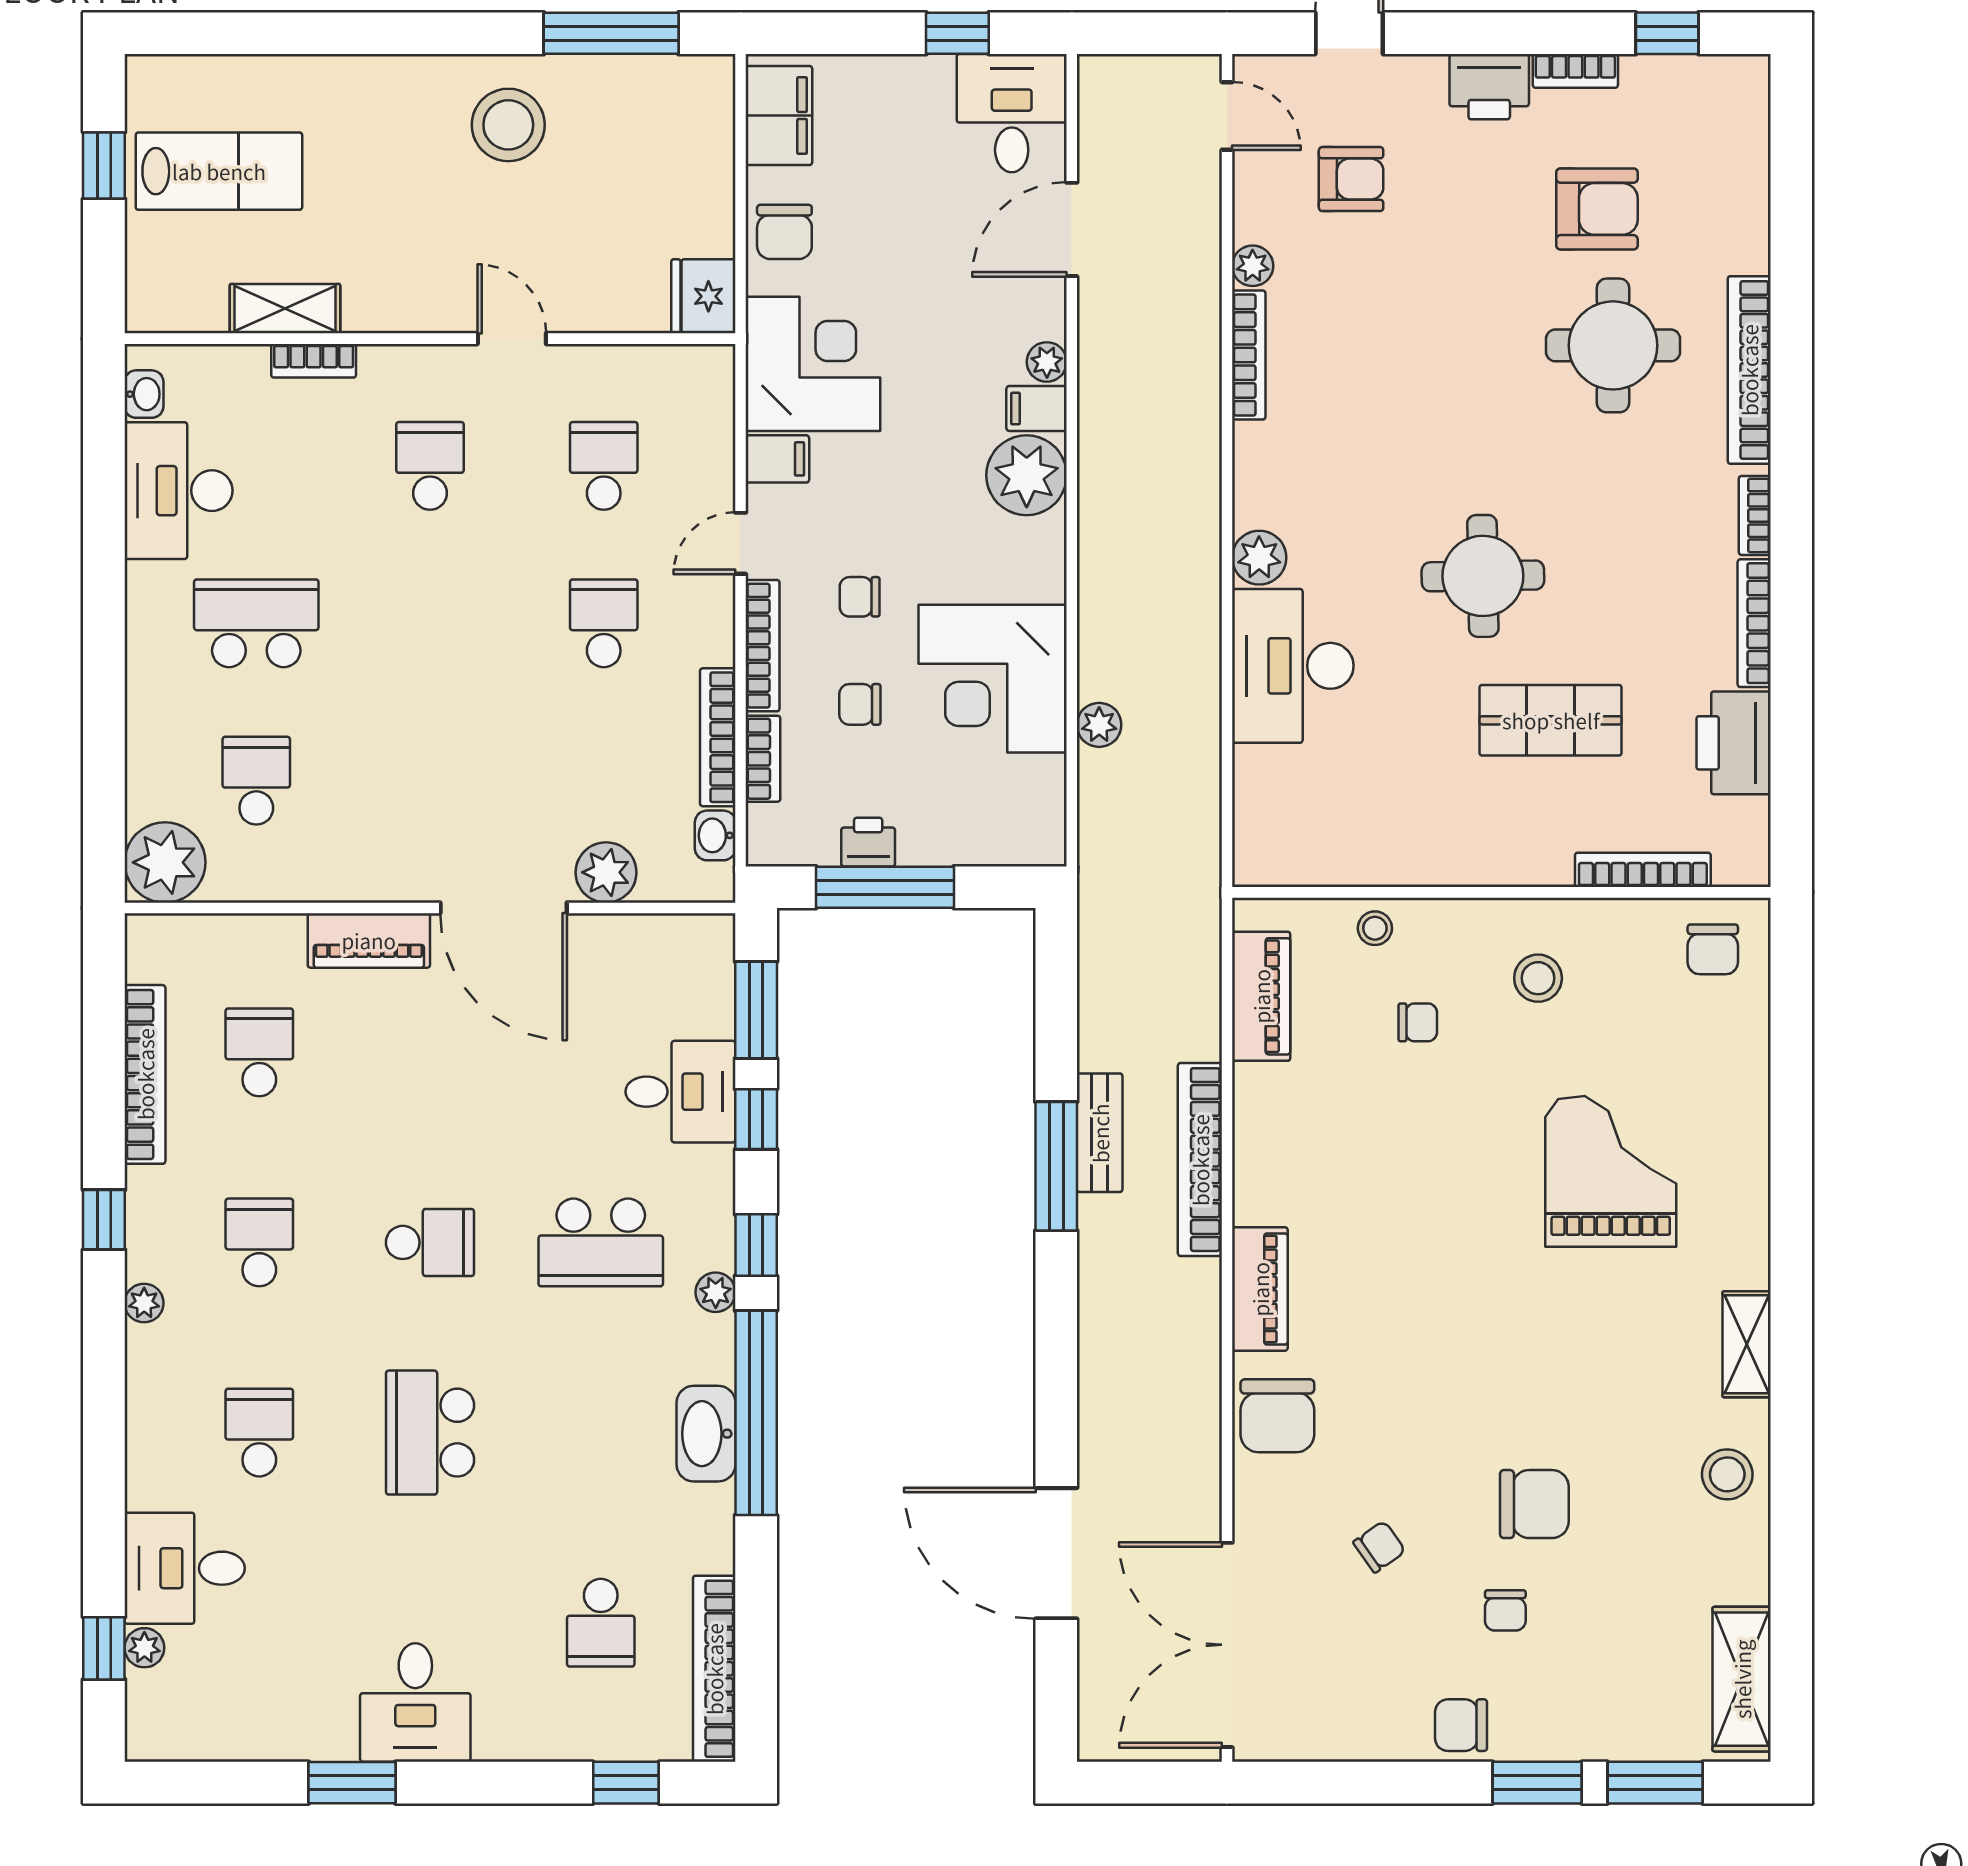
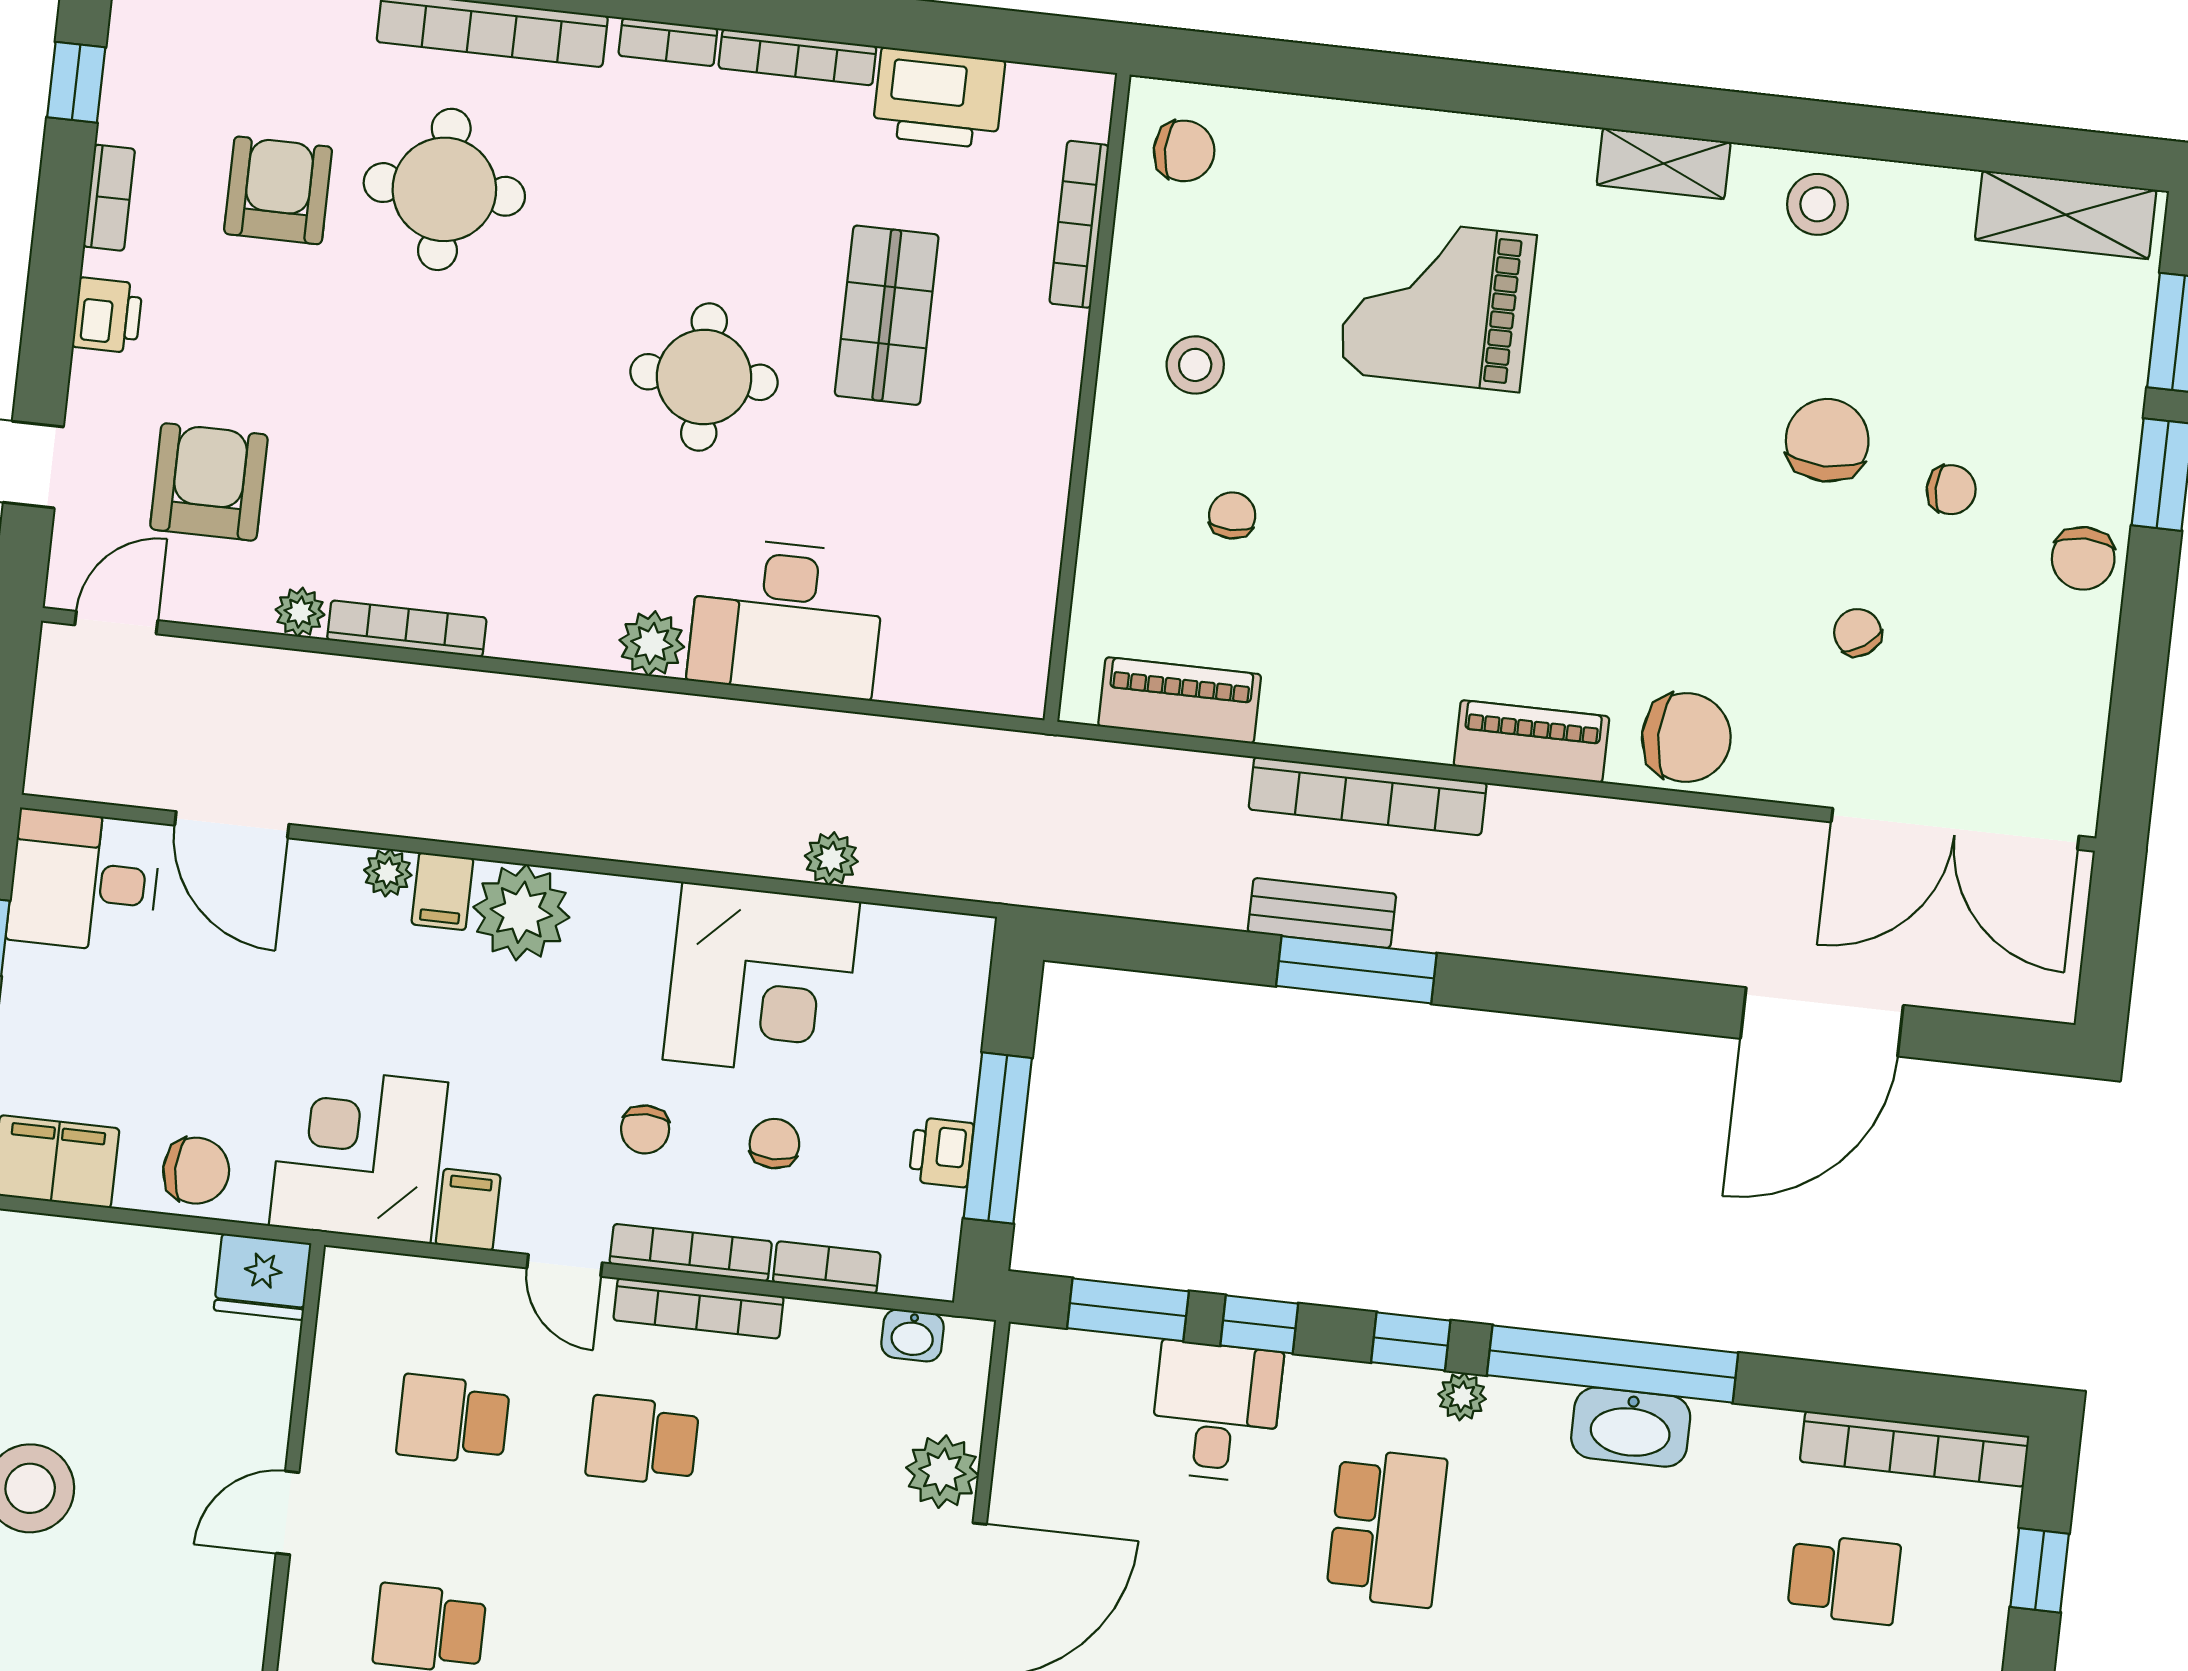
printer: (1489, 87) -> (107, 315), width x0.73, depth x0.81
armchair: (1351, 179) -> (209, 482), width x1.38, depth x1.38
chair: (860, 704) -> (774, 1144), turned 180
bookcase: (718, 737) -> (698, 1308), moved
stool: (1375, 928) -> (1113, 554), removed

